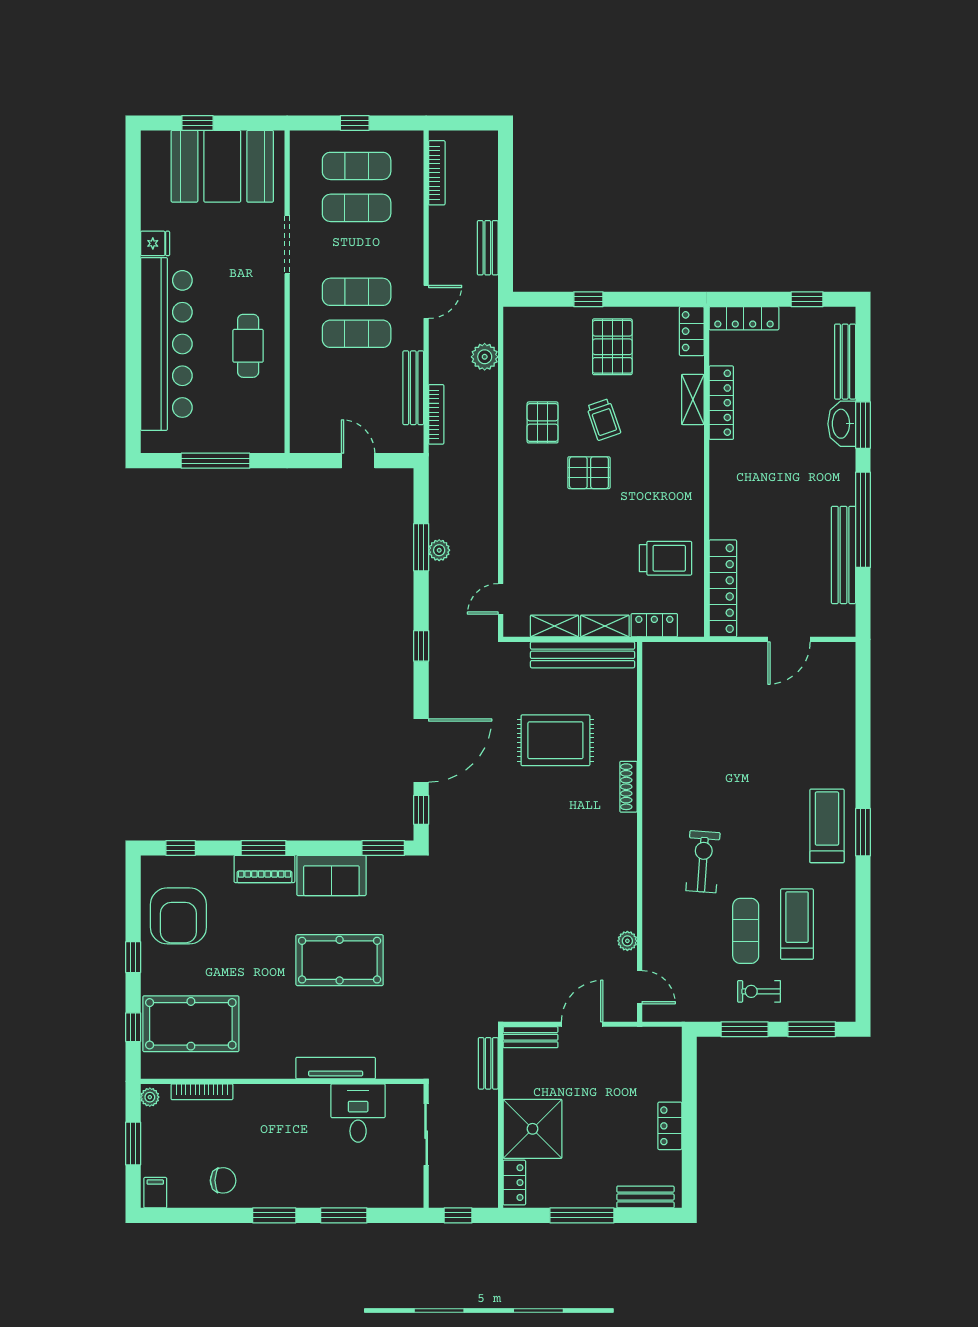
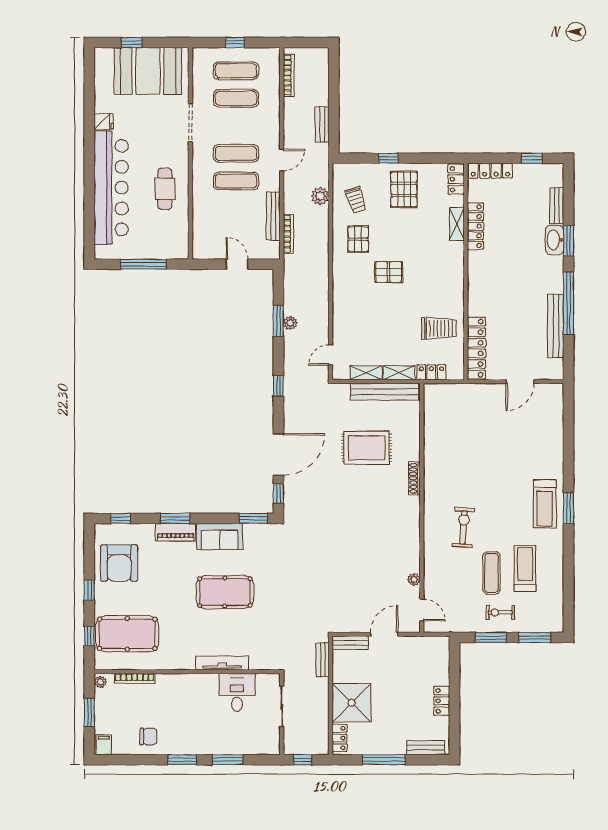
bench: (845, 362) -> (557, 206), width x0.73
trolley: (604, 420) -> (356, 200), moved
treadmill: (827, 826) -> (545, 504), turned 180

